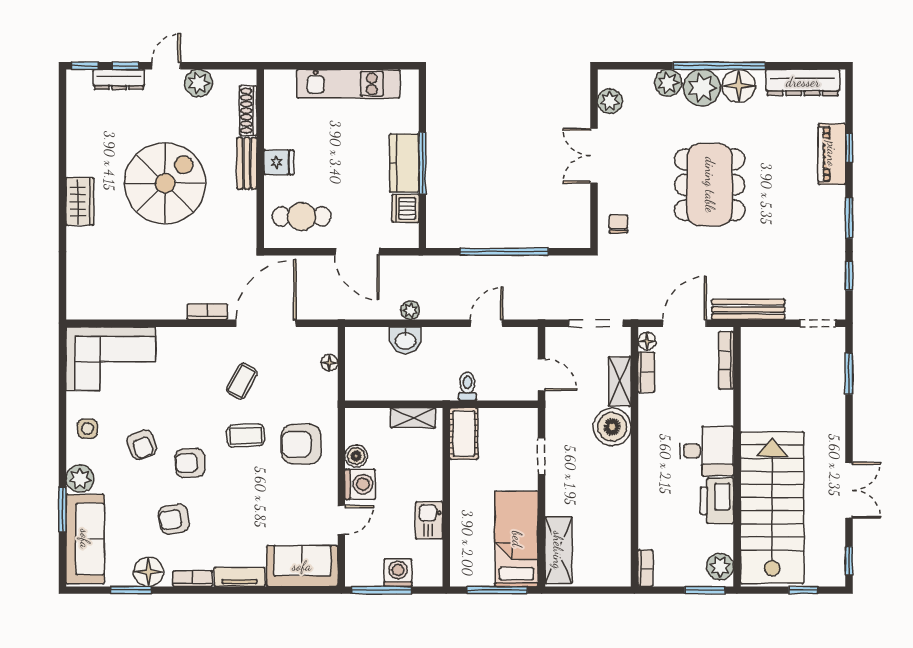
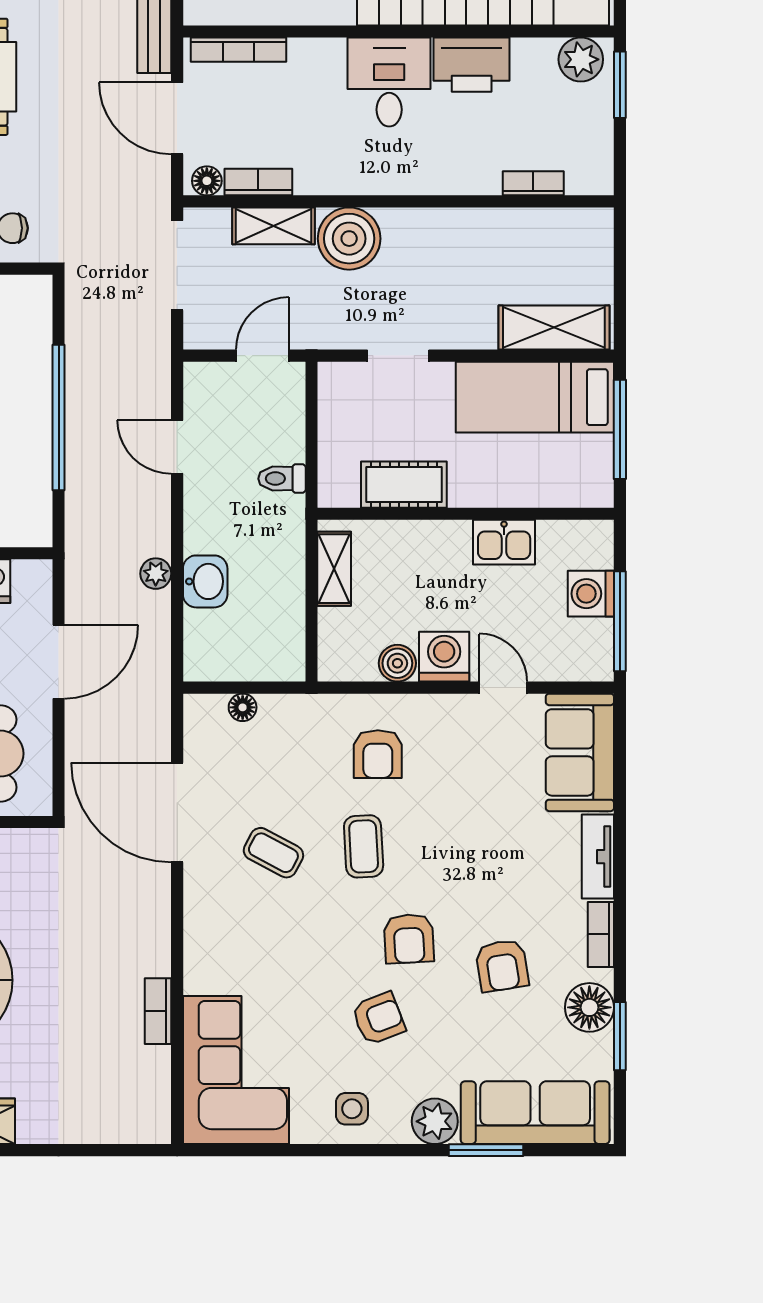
bookcase: (207, 312) -> (158, 1011), moved
cot: (464, 434) -> (404, 485), moved
armchair: (301, 444) -> (378, 754), width x0.72, depth x0.72
bookcase: (645, 568) -> (533, 183), moved

